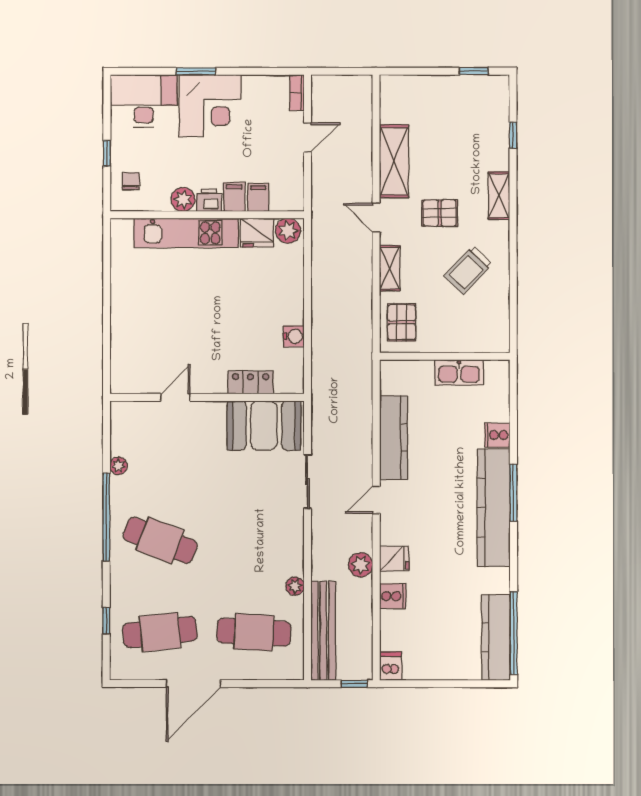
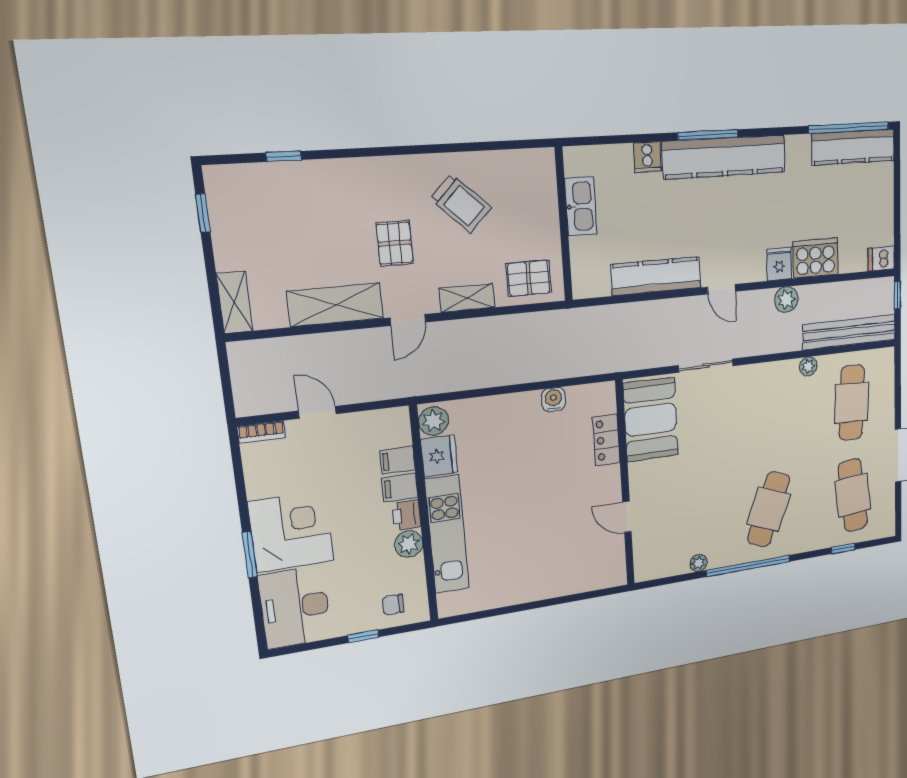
shelving: (499, 196) -> (234, 302), moved, turned 90
cooker: (393, 596) -> (815, 258), width x1.87, depth x1.31

